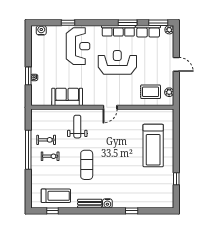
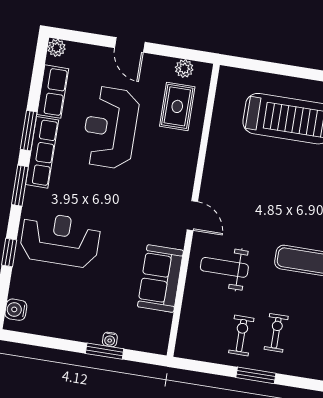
window: (158, 23) -> (20, 186), moved
reception desk: (117, 62) -> (110, 128), moved
door: (176, 64) -> (130, 45), swing flipped
door: (110, 107) -> (192, 216), moved
window: (28, 150) -> (256, 375), width x0.47

